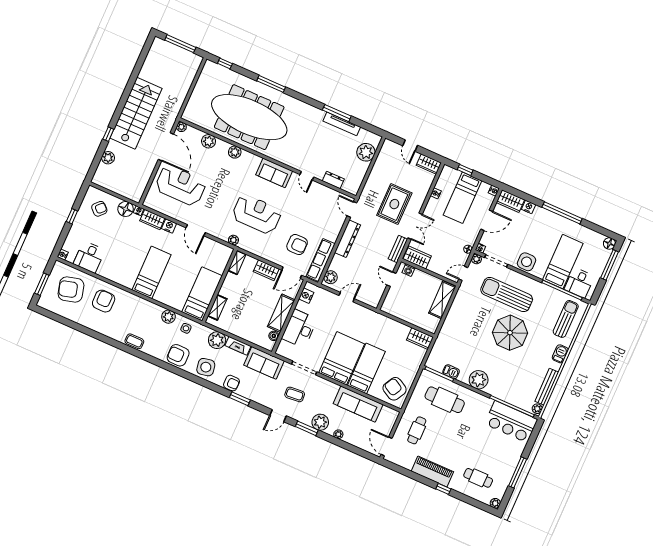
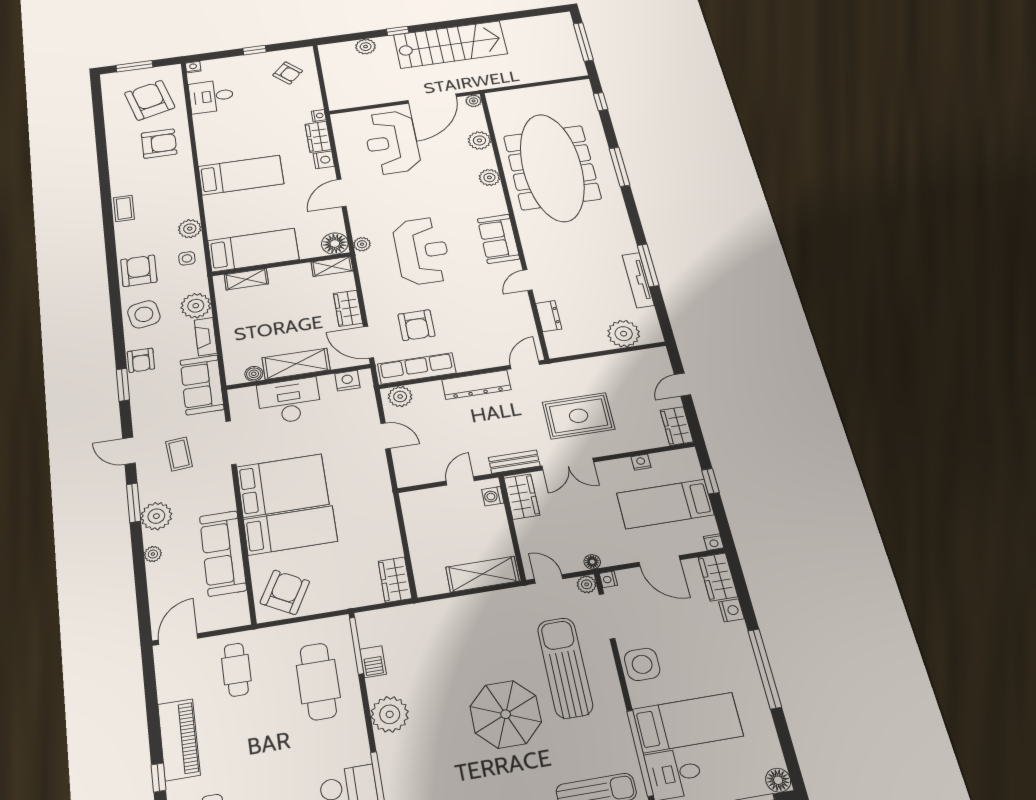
reception desk: (181, 185) -> (392, 142), turned 180
floor lamp: (126, 209) -> (335, 244), moved
cafe table: (417, 430) -> (236, 670), turned 90

